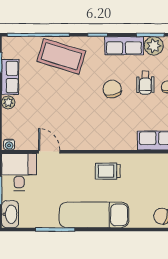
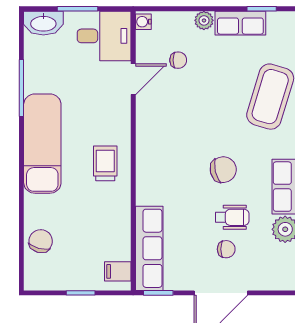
wheelchair: (145, 83) -> (232, 217), turned 180
chair: (36, 120) -> (178, 60), added

